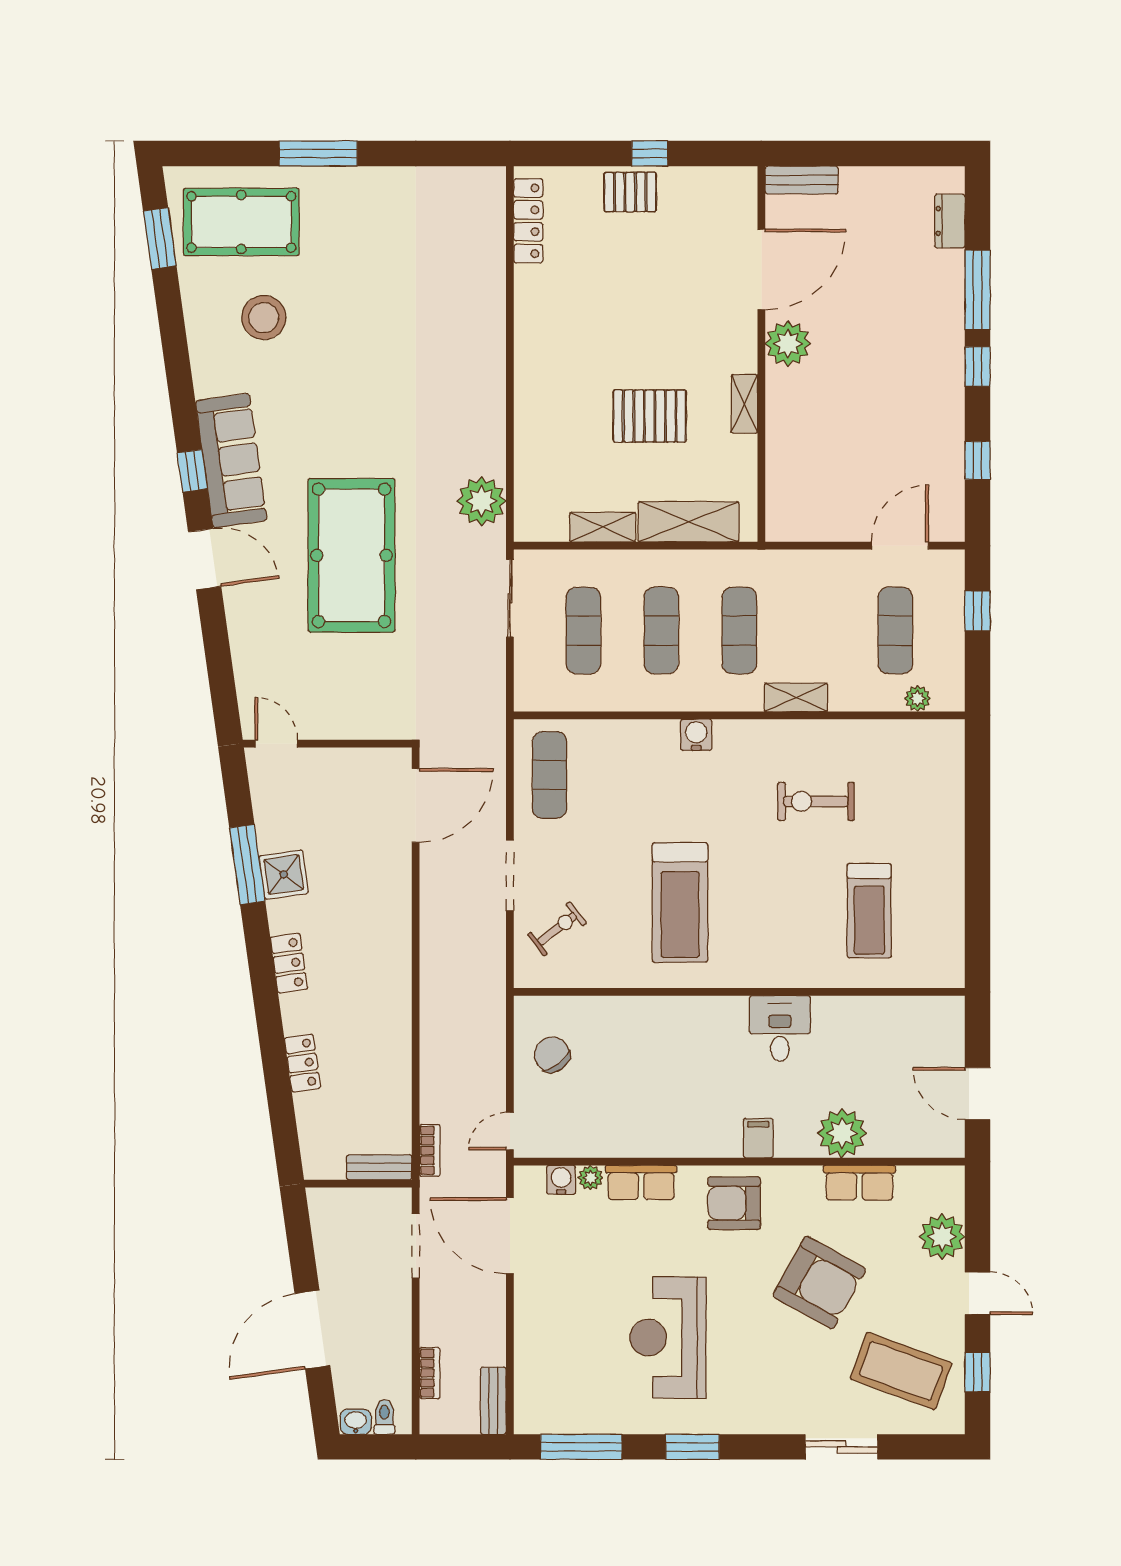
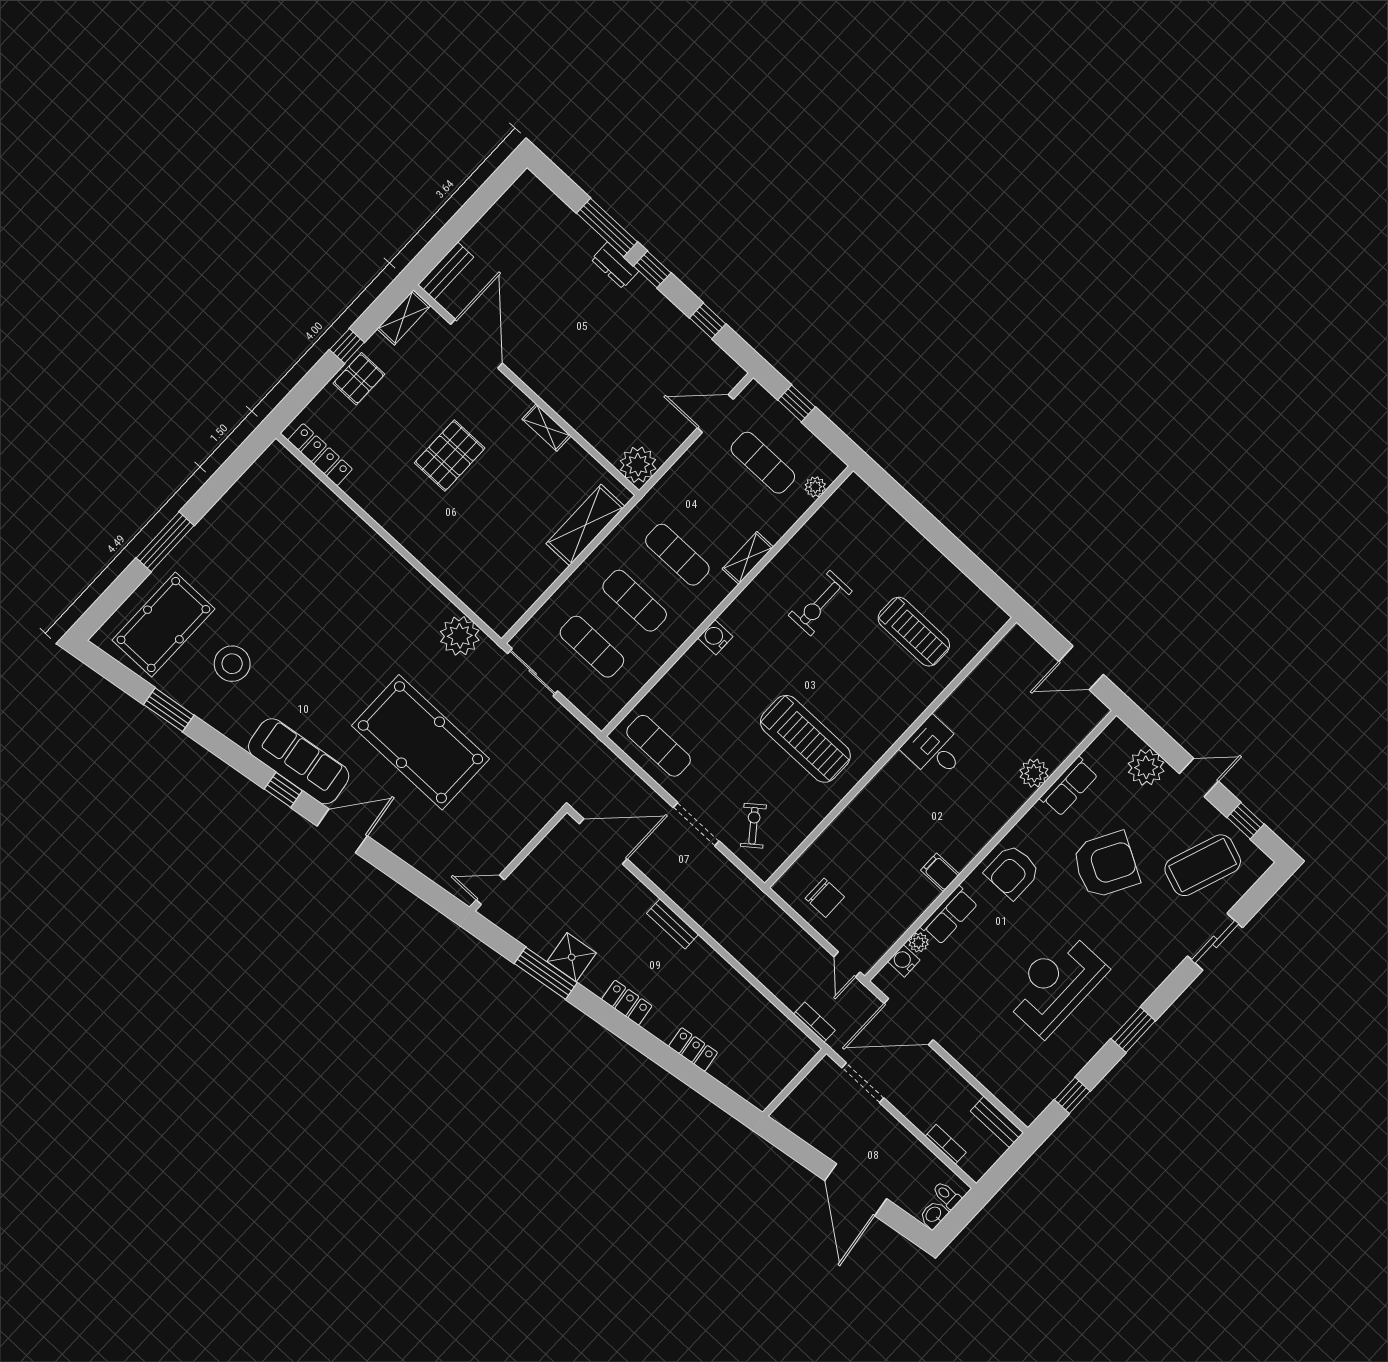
dresser: (950, 221) -> (615, 265), moved
window: (160, 238) -> (169, 710), moved
plant: (788, 344) -> (638, 465), moved
pallet: (650, 416) -> (450, 456), moved
shelving: (603, 527) -> (404, 317), moved
door: (900, 546) -> (715, 413), hinge flipped
door: (416, 805) -> (603, 841), hinge flipped
chair: (552, 1055) -> (825, 898), turned -143
plant: (842, 1133) -> (1034, 773), width x0.73, depth x0.73
filing cabinet: (758, 1138) -> (940, 872), moved
bench: (379, 1167) -> (673, 924), moved, turned 90
reception desk: (668, 1338) -> (1055, 984), turned 90
window: (581, 1447) -> (1072, 1095), width x0.46

